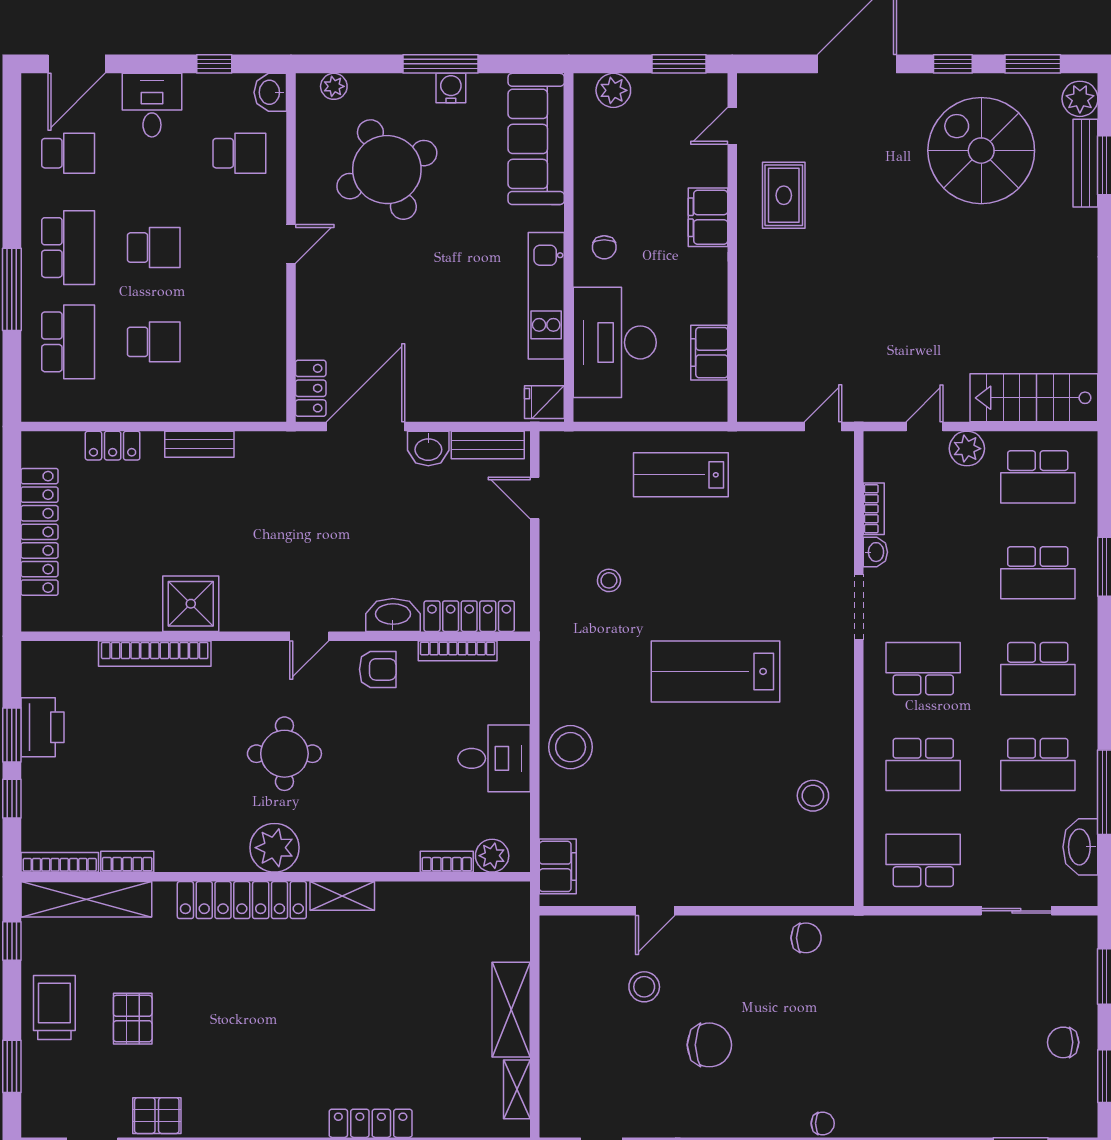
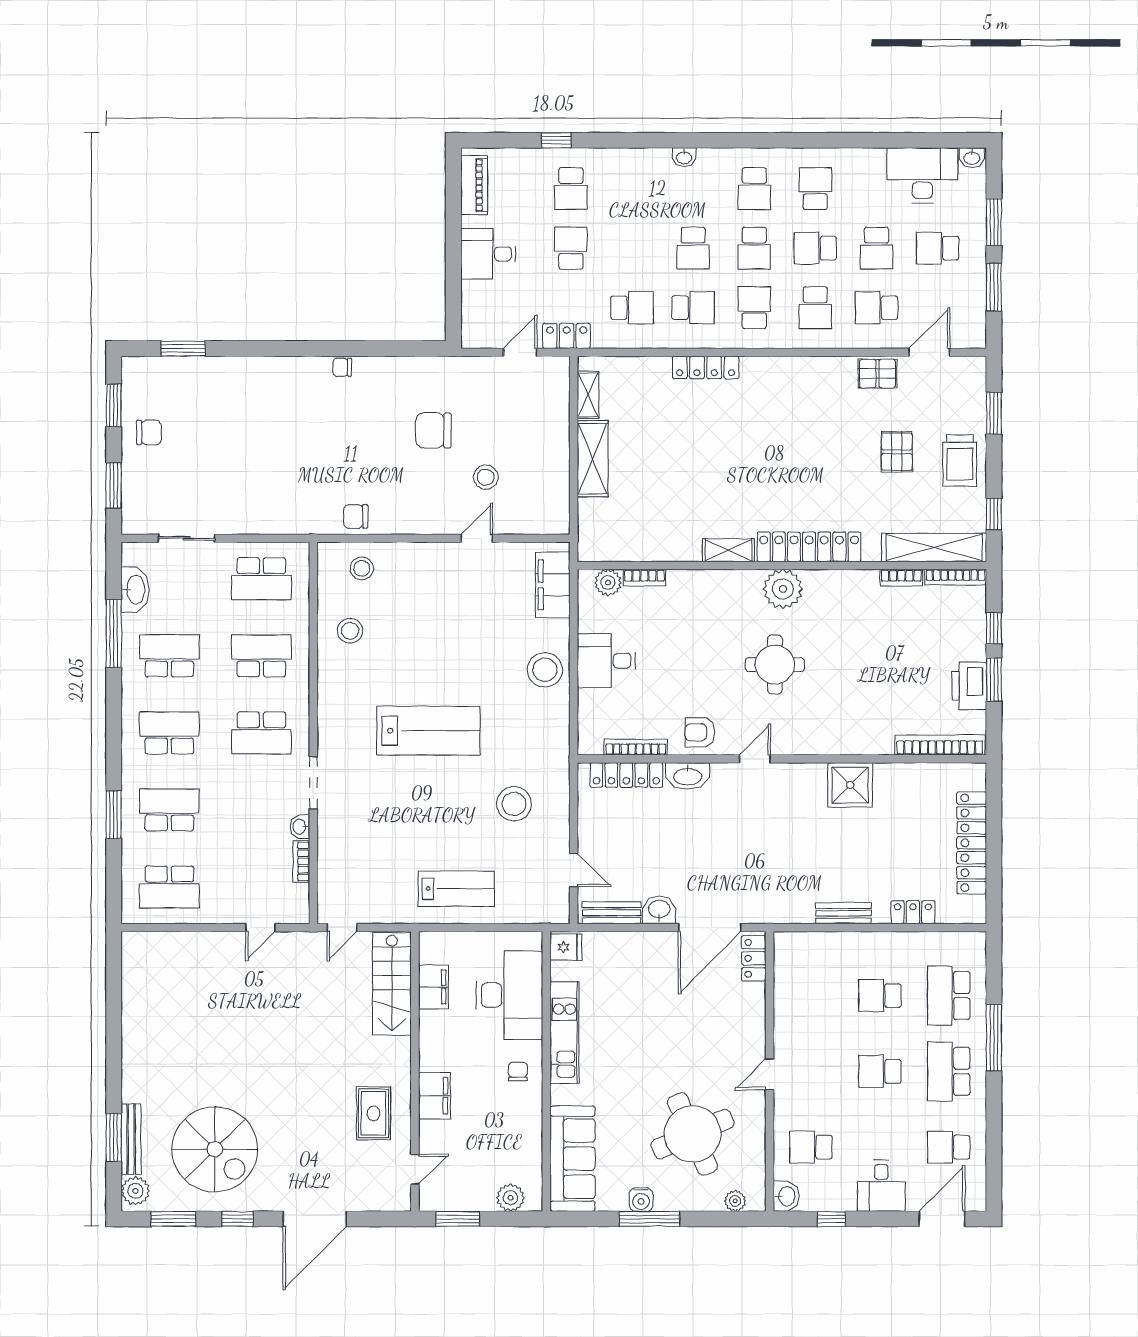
stairs: (1034, 398) -> (392, 984), moved, turned 90
plant: (967, 449) -> (226, 910), removed
school desk: (1038, 477) -> (169, 887), turned 180
stool: (609, 580) -> (514, 804), width x1.89, depth x1.89
bookcase: (155, 654) -> (940, 745), moved
filing cabinet: (558, 866) -> (553, 585), width x1.50, depth x1.17
stool: (798, 873) -> (362, 568), added

